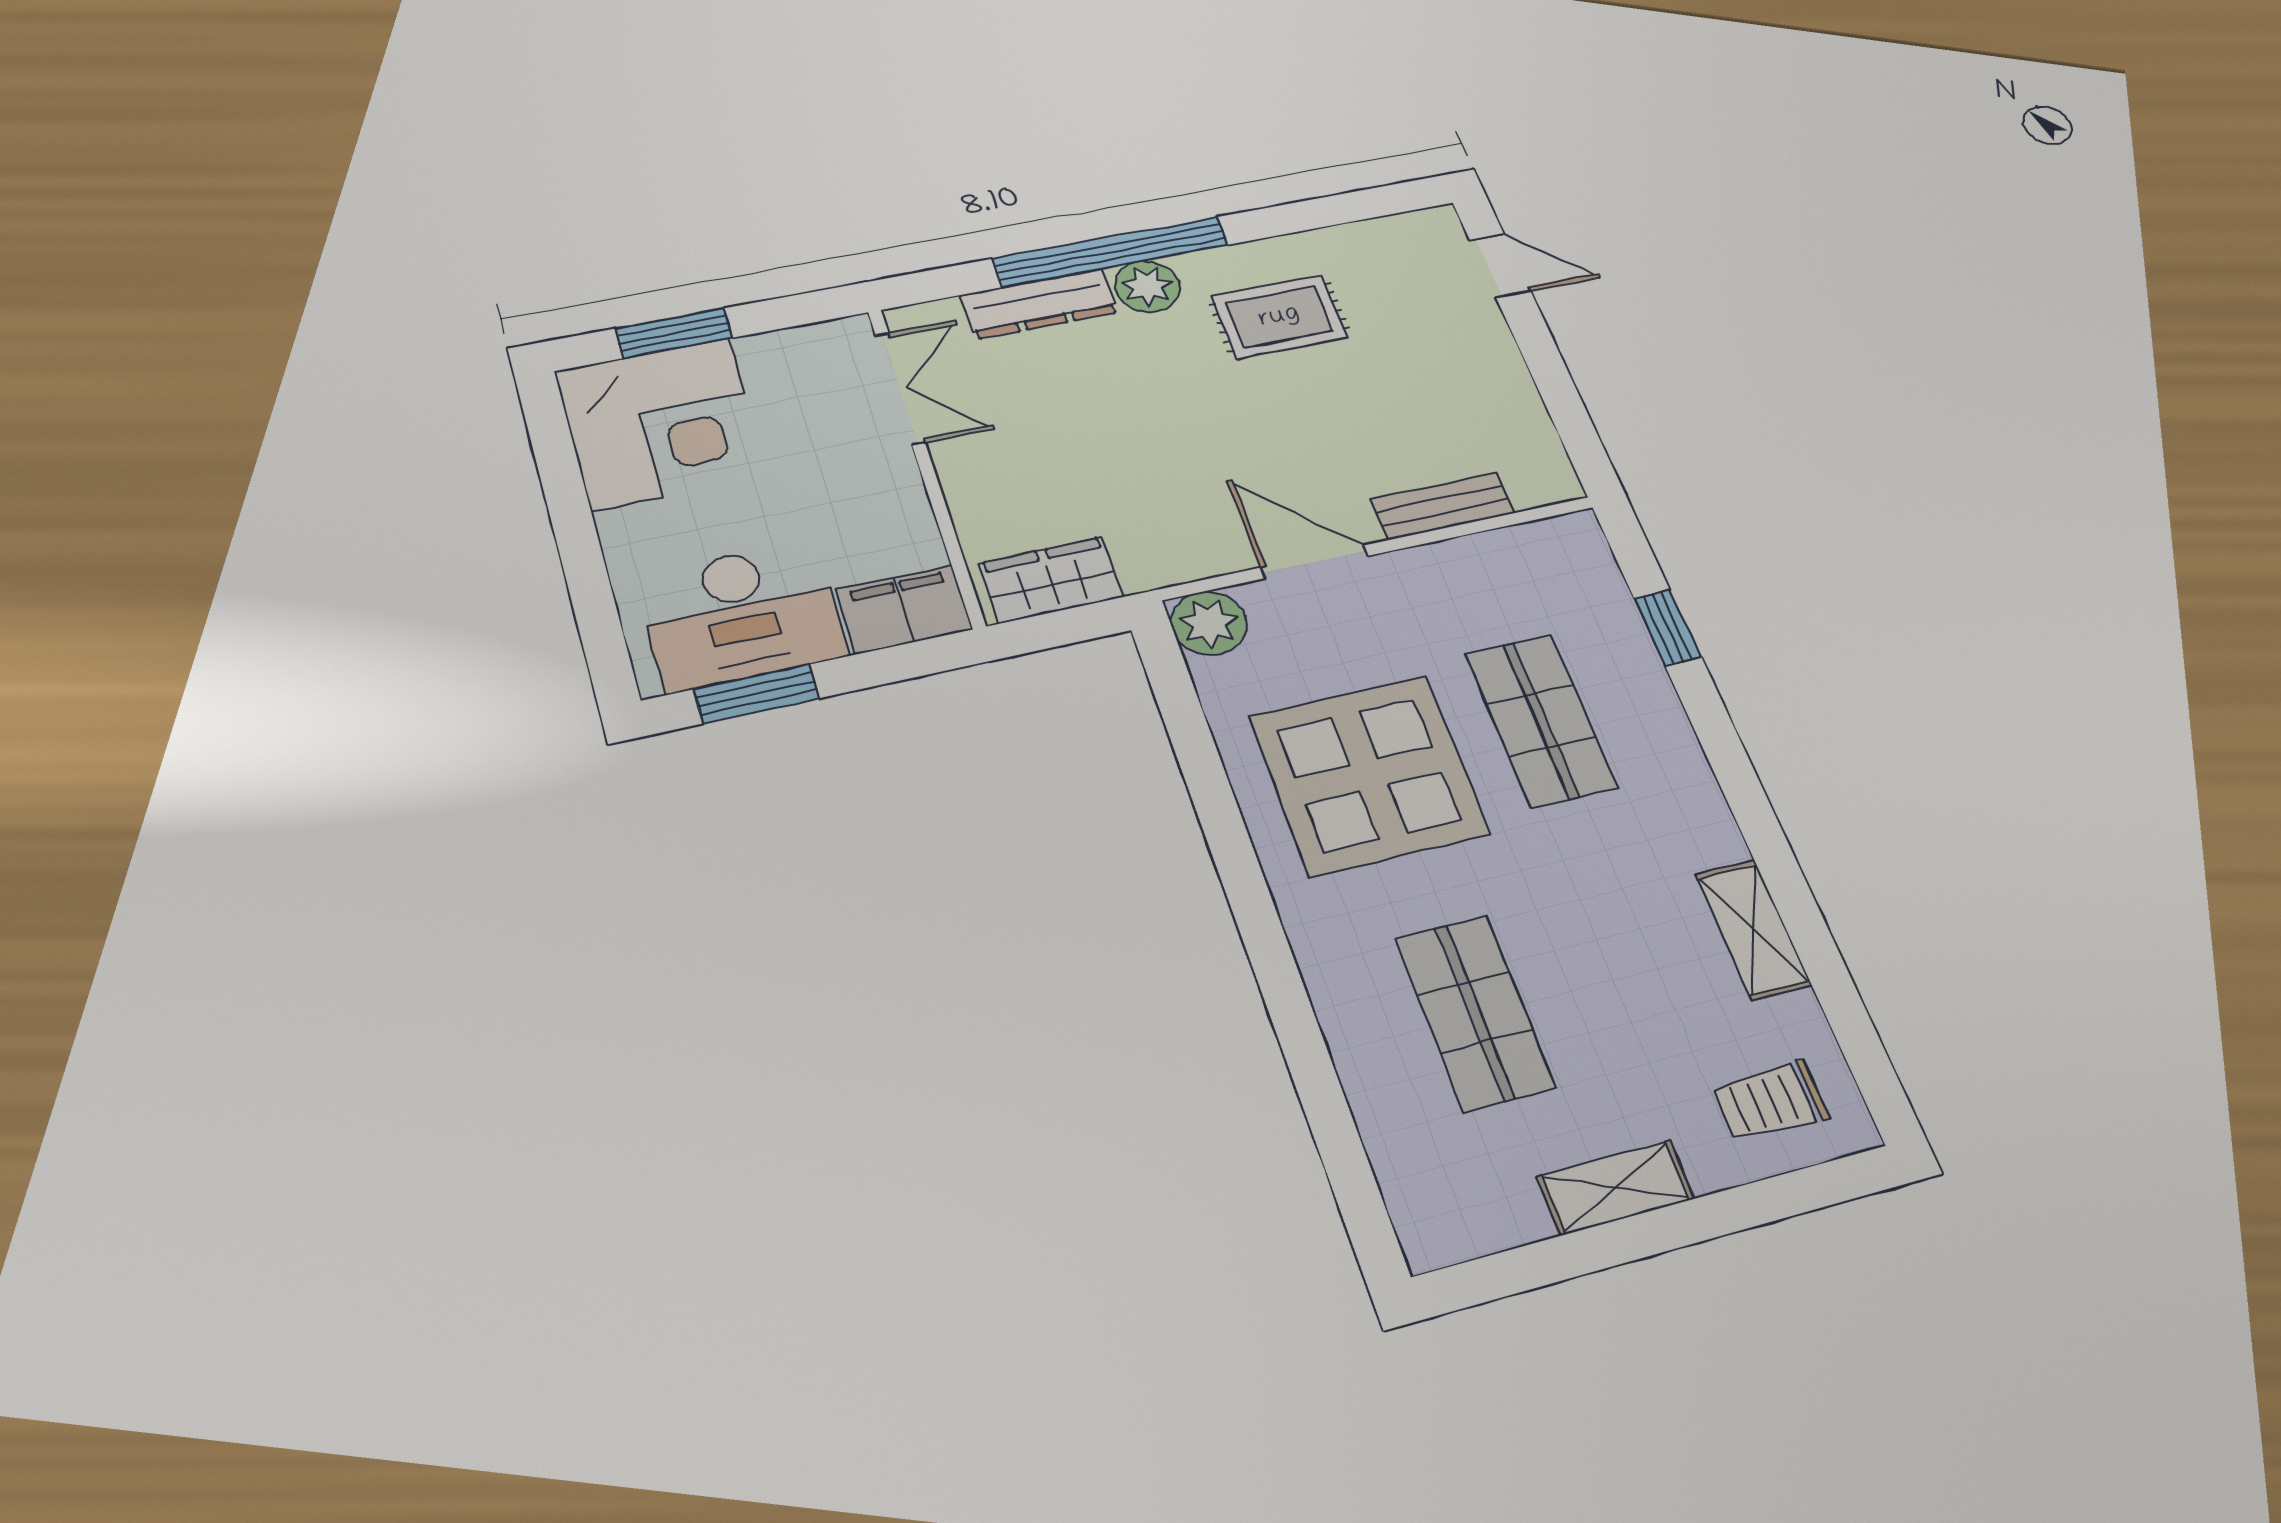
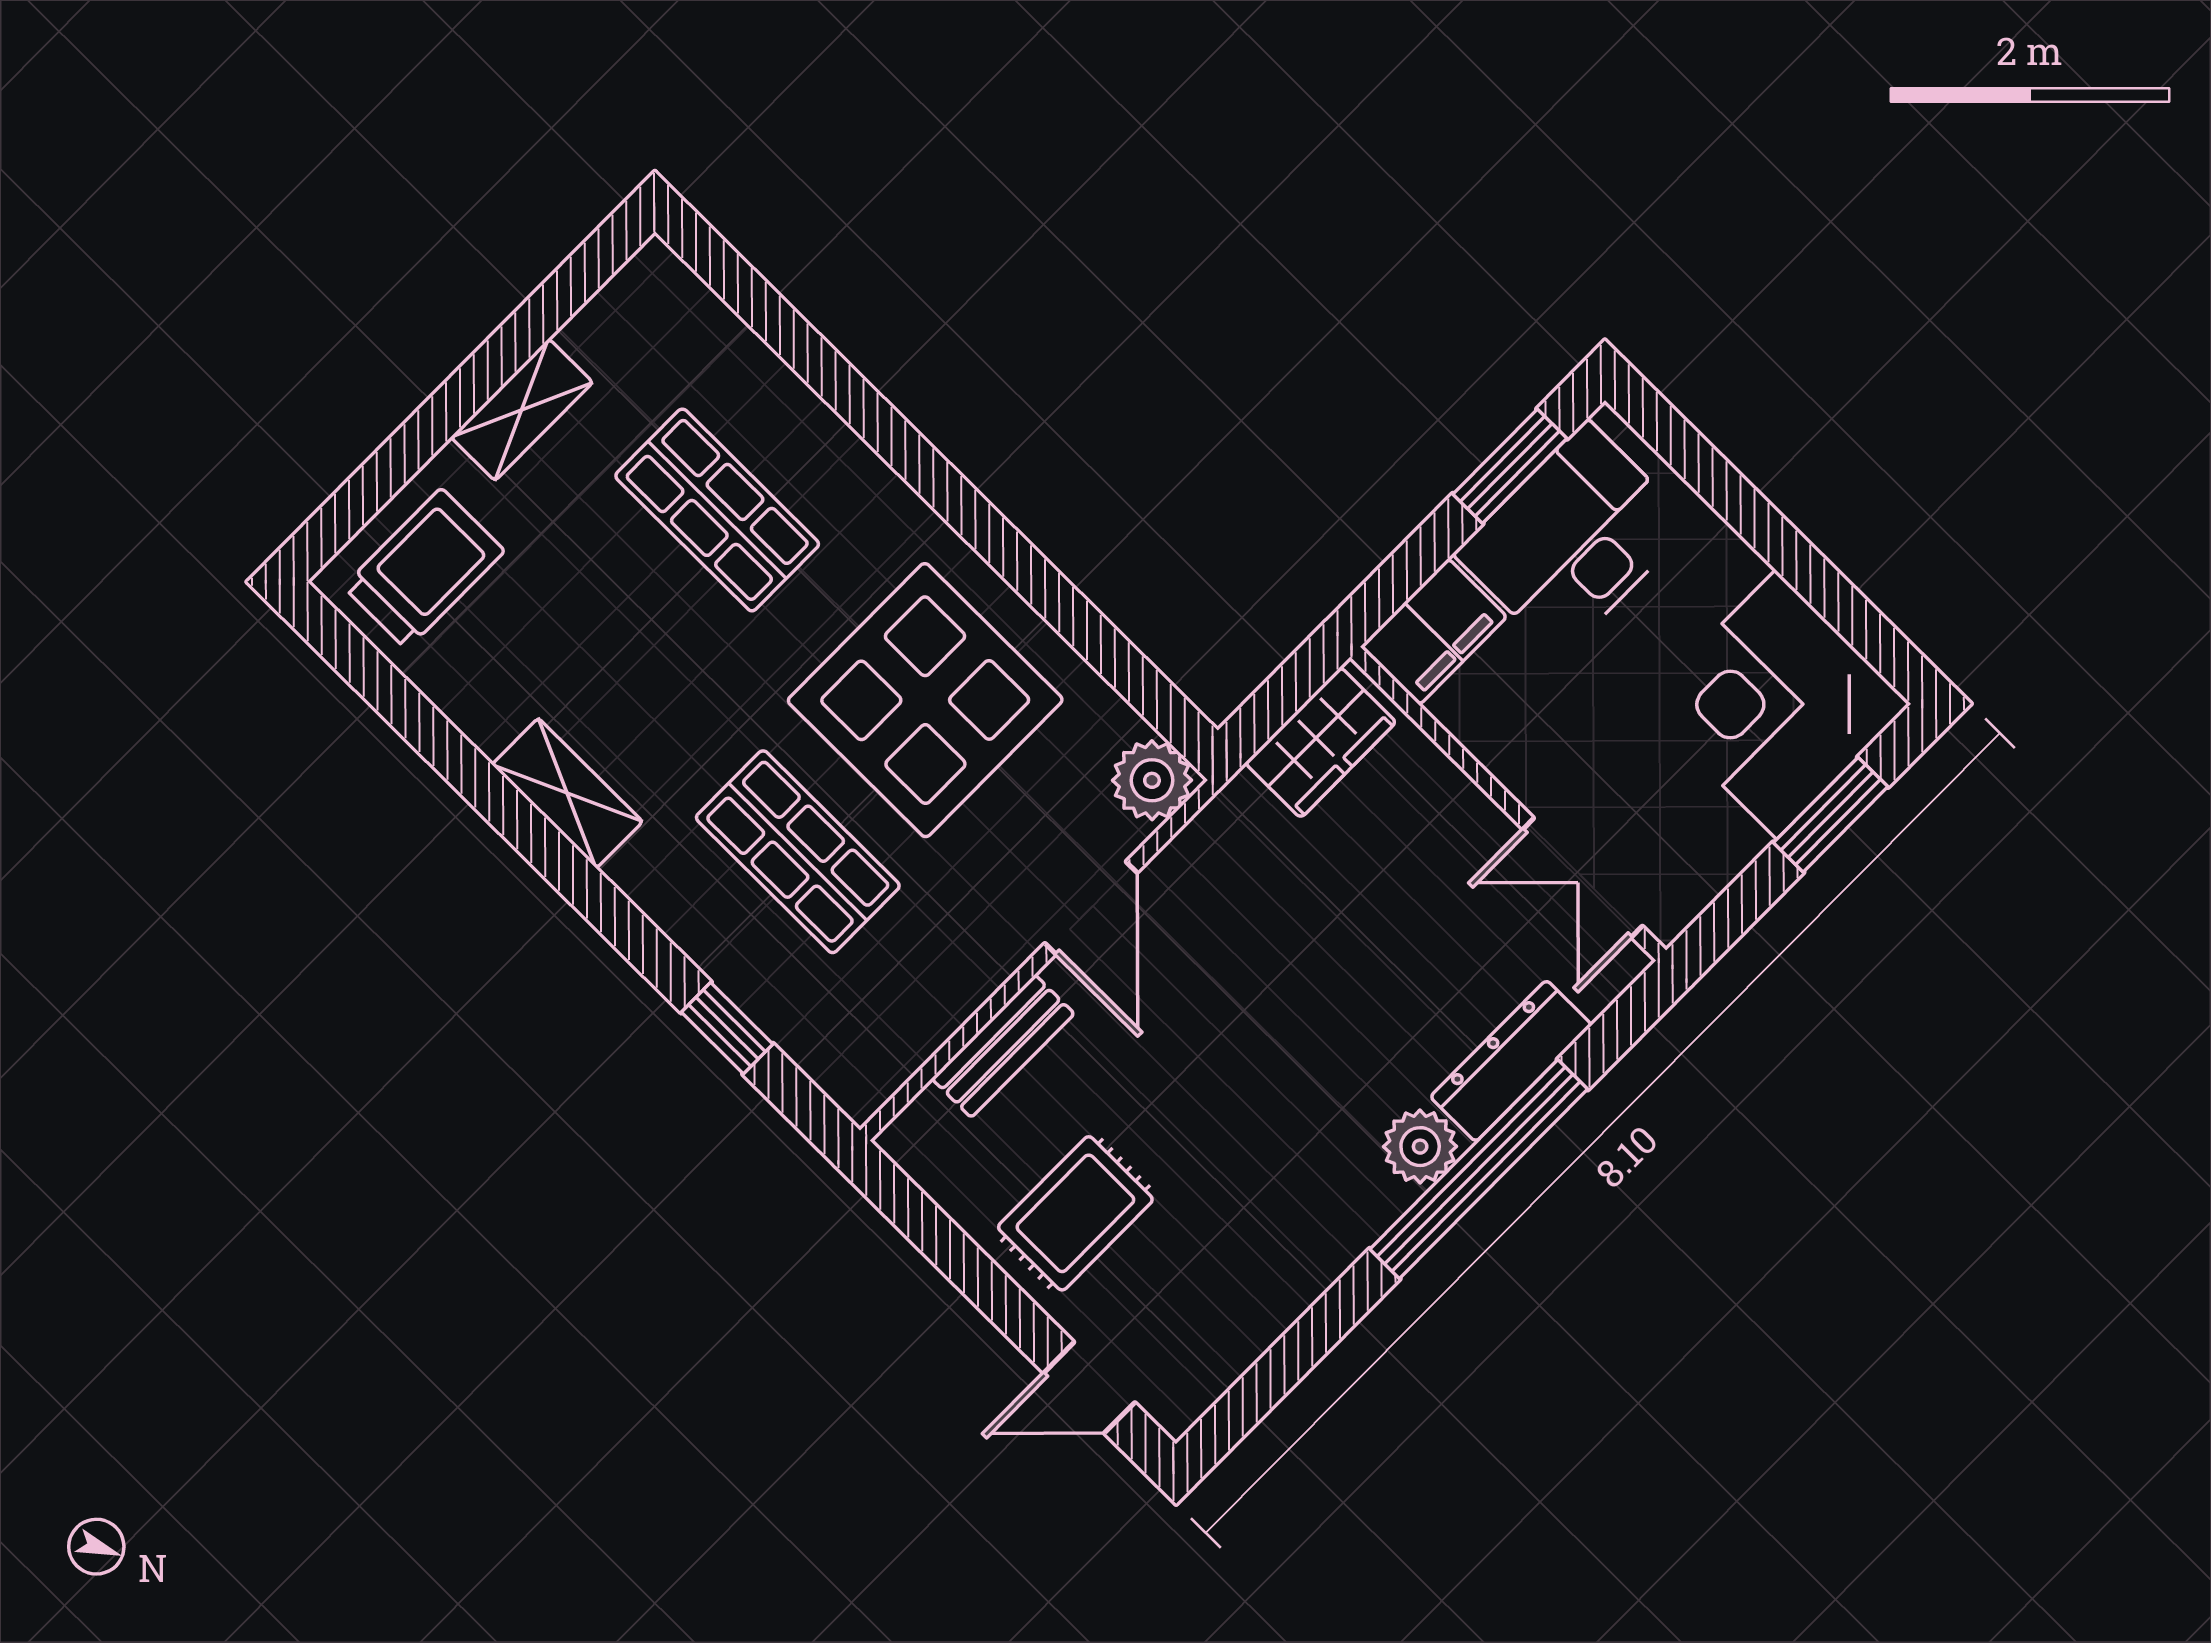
rug: (1279, 317) -> (1075, 1213), moved
door: (1314, 562) -> (1091, 908), hinge flipped
shelving: (1753, 929) -> (567, 793), moved
trolley: (1770, 1101) -> (424, 569), width x1.36, depth x1.39

